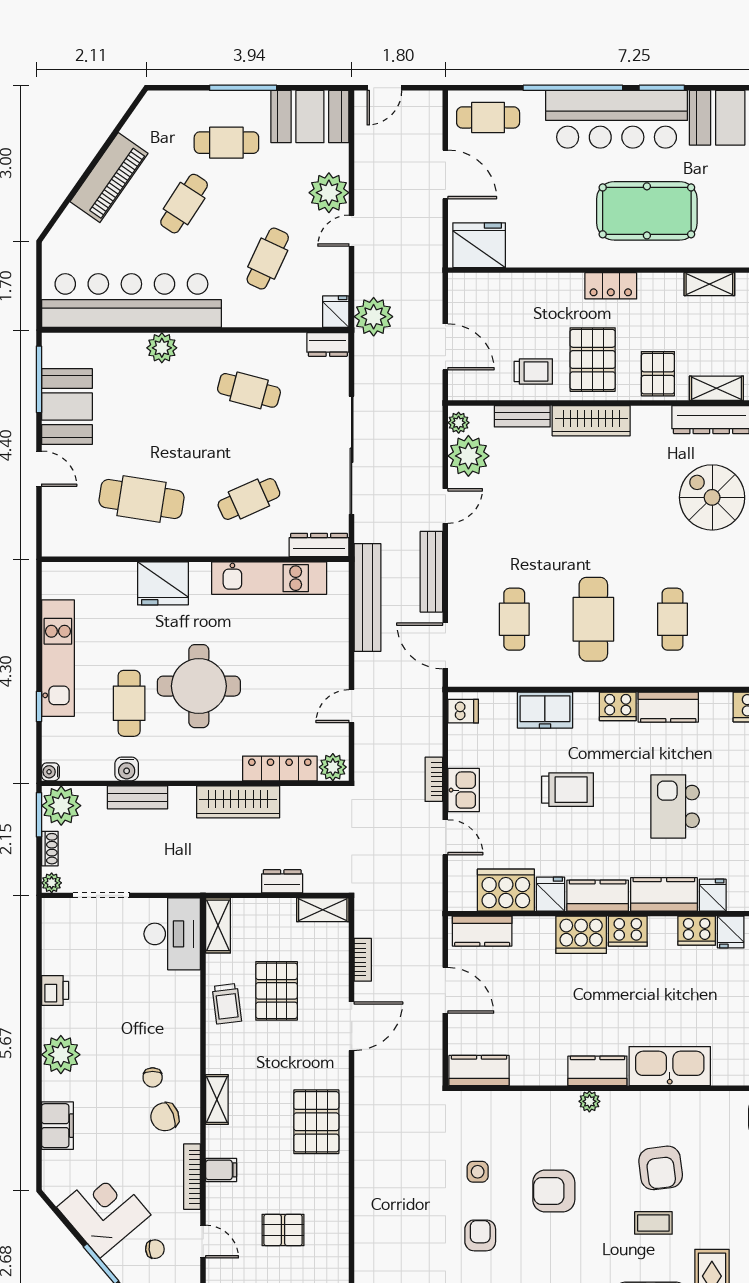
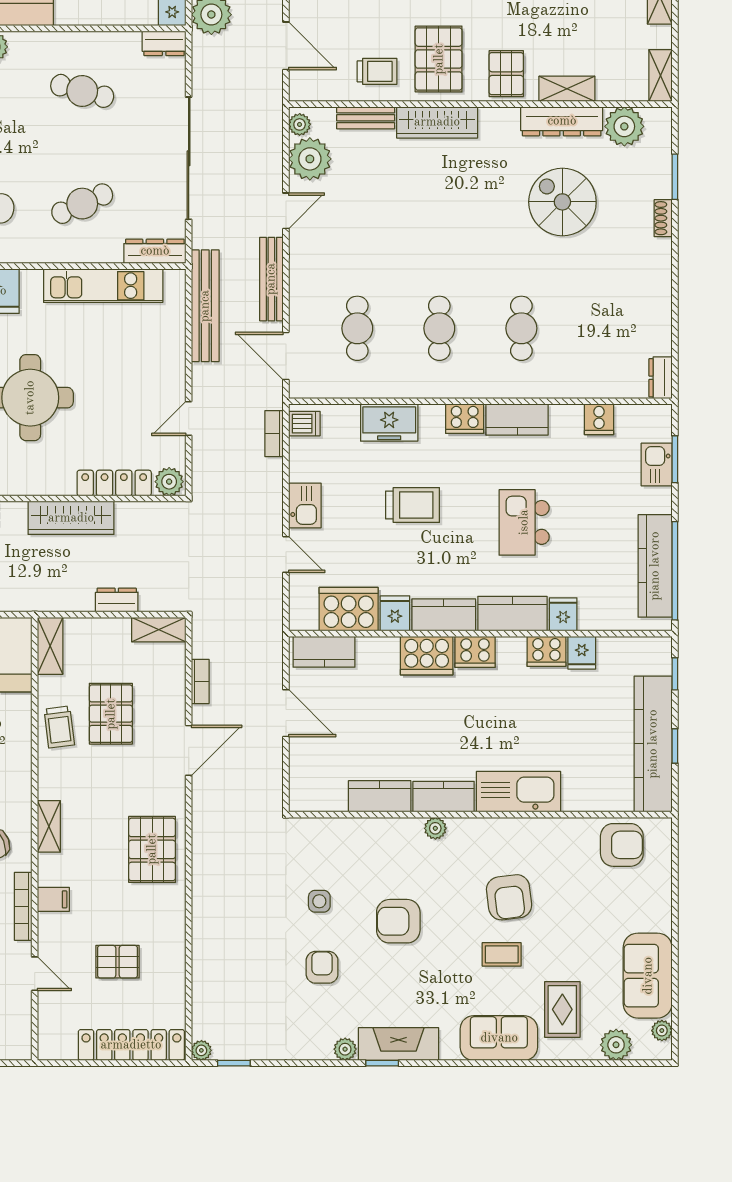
cafe table: (593, 619) -> (439, 328), width x0.73, depth x0.74
bookcase: (434, 779) -> (274, 434), moved
kitchen counter: (479, 1071) -> (380, 796), moved

